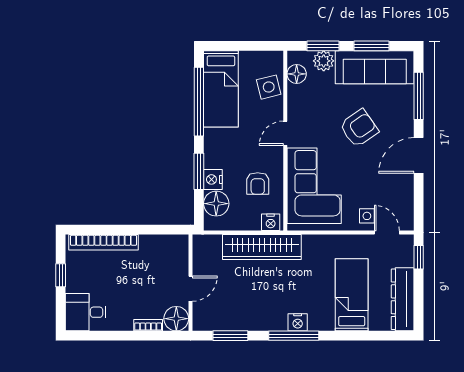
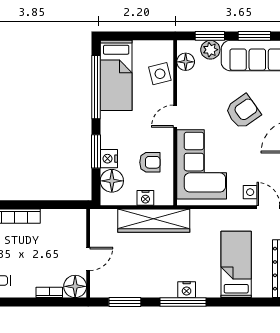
armchair: (258, 183) -> (150, 162), turned -90
nightstand: (271, 222) -> (145, 198), moved

